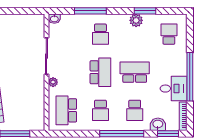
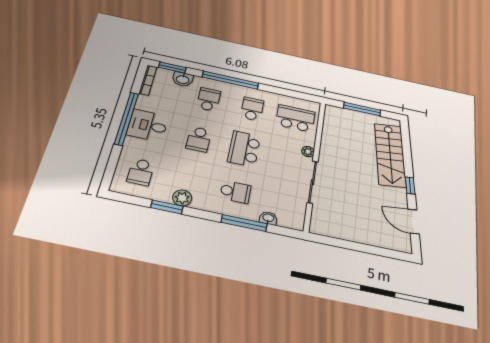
washbasin: (54, 19) -> (268, 218), moved
school desk: (100, 34) -> (235, 192), turned 90
school desk: (135, 72) -> (199, 139), width x0.54
desk: (174, 89) -> (148, 125), moved
school desk: (66, 110) -> (295, 118), turned -90

